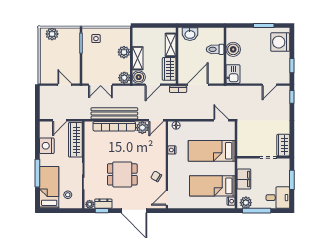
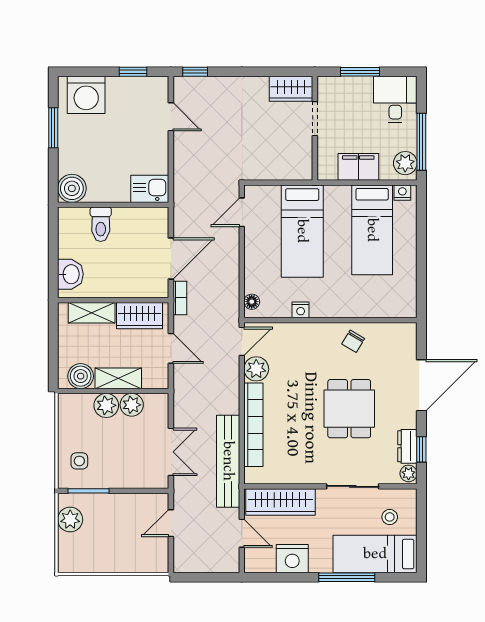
plant: (52, 34) -> (70, 520), moved
boiler: (233, 49) -> (72, 188), moved
boiler: (139, 77) -> (81, 376), moved
plant: (124, 78) -> (132, 405), moved
door: (198, 85) -> (171, 259), swing flipped
bench: (114, 113) -> (228, 461), moved
door: (156, 120) -> (242, 341), hinge flipped
door: (167, 198) -> (396, 320), removed

